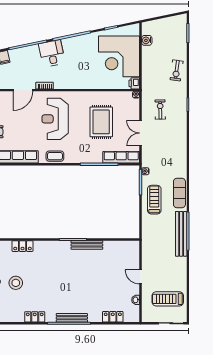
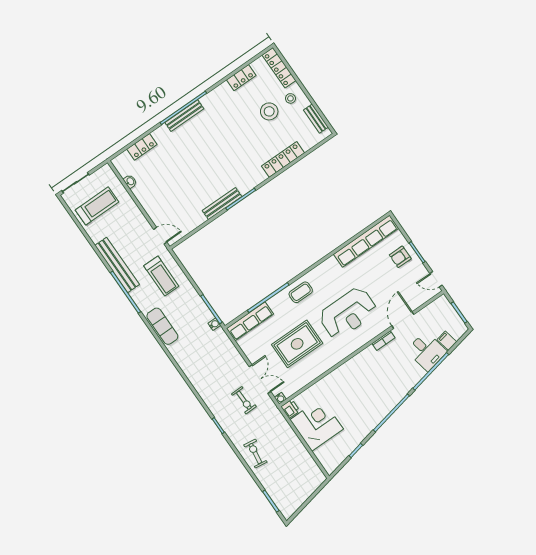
water cooler: (147, 40) -> (309, 463), removed
desk: (52, 53) -> (427, 351), moved
corner desk: (119, 56) -> (317, 424), width x0.74, depth x0.74
reception desk: (55, 119) -> (348, 313), turned 90
rug: (101, 122) -> (297, 344), turned 90
double door: (141, 133) -> (260, 379), moved
coffee table: (55, 156) -> (301, 292), moved
treadmill: (154, 200) -> (161, 276), moved
bench: (181, 234) -> (117, 265), moved
locker: (23, 246) -> (283, 159), width x1.53
door: (141, 277) -> (160, 236), moved
locker: (35, 317) -> (241, 78), moved

